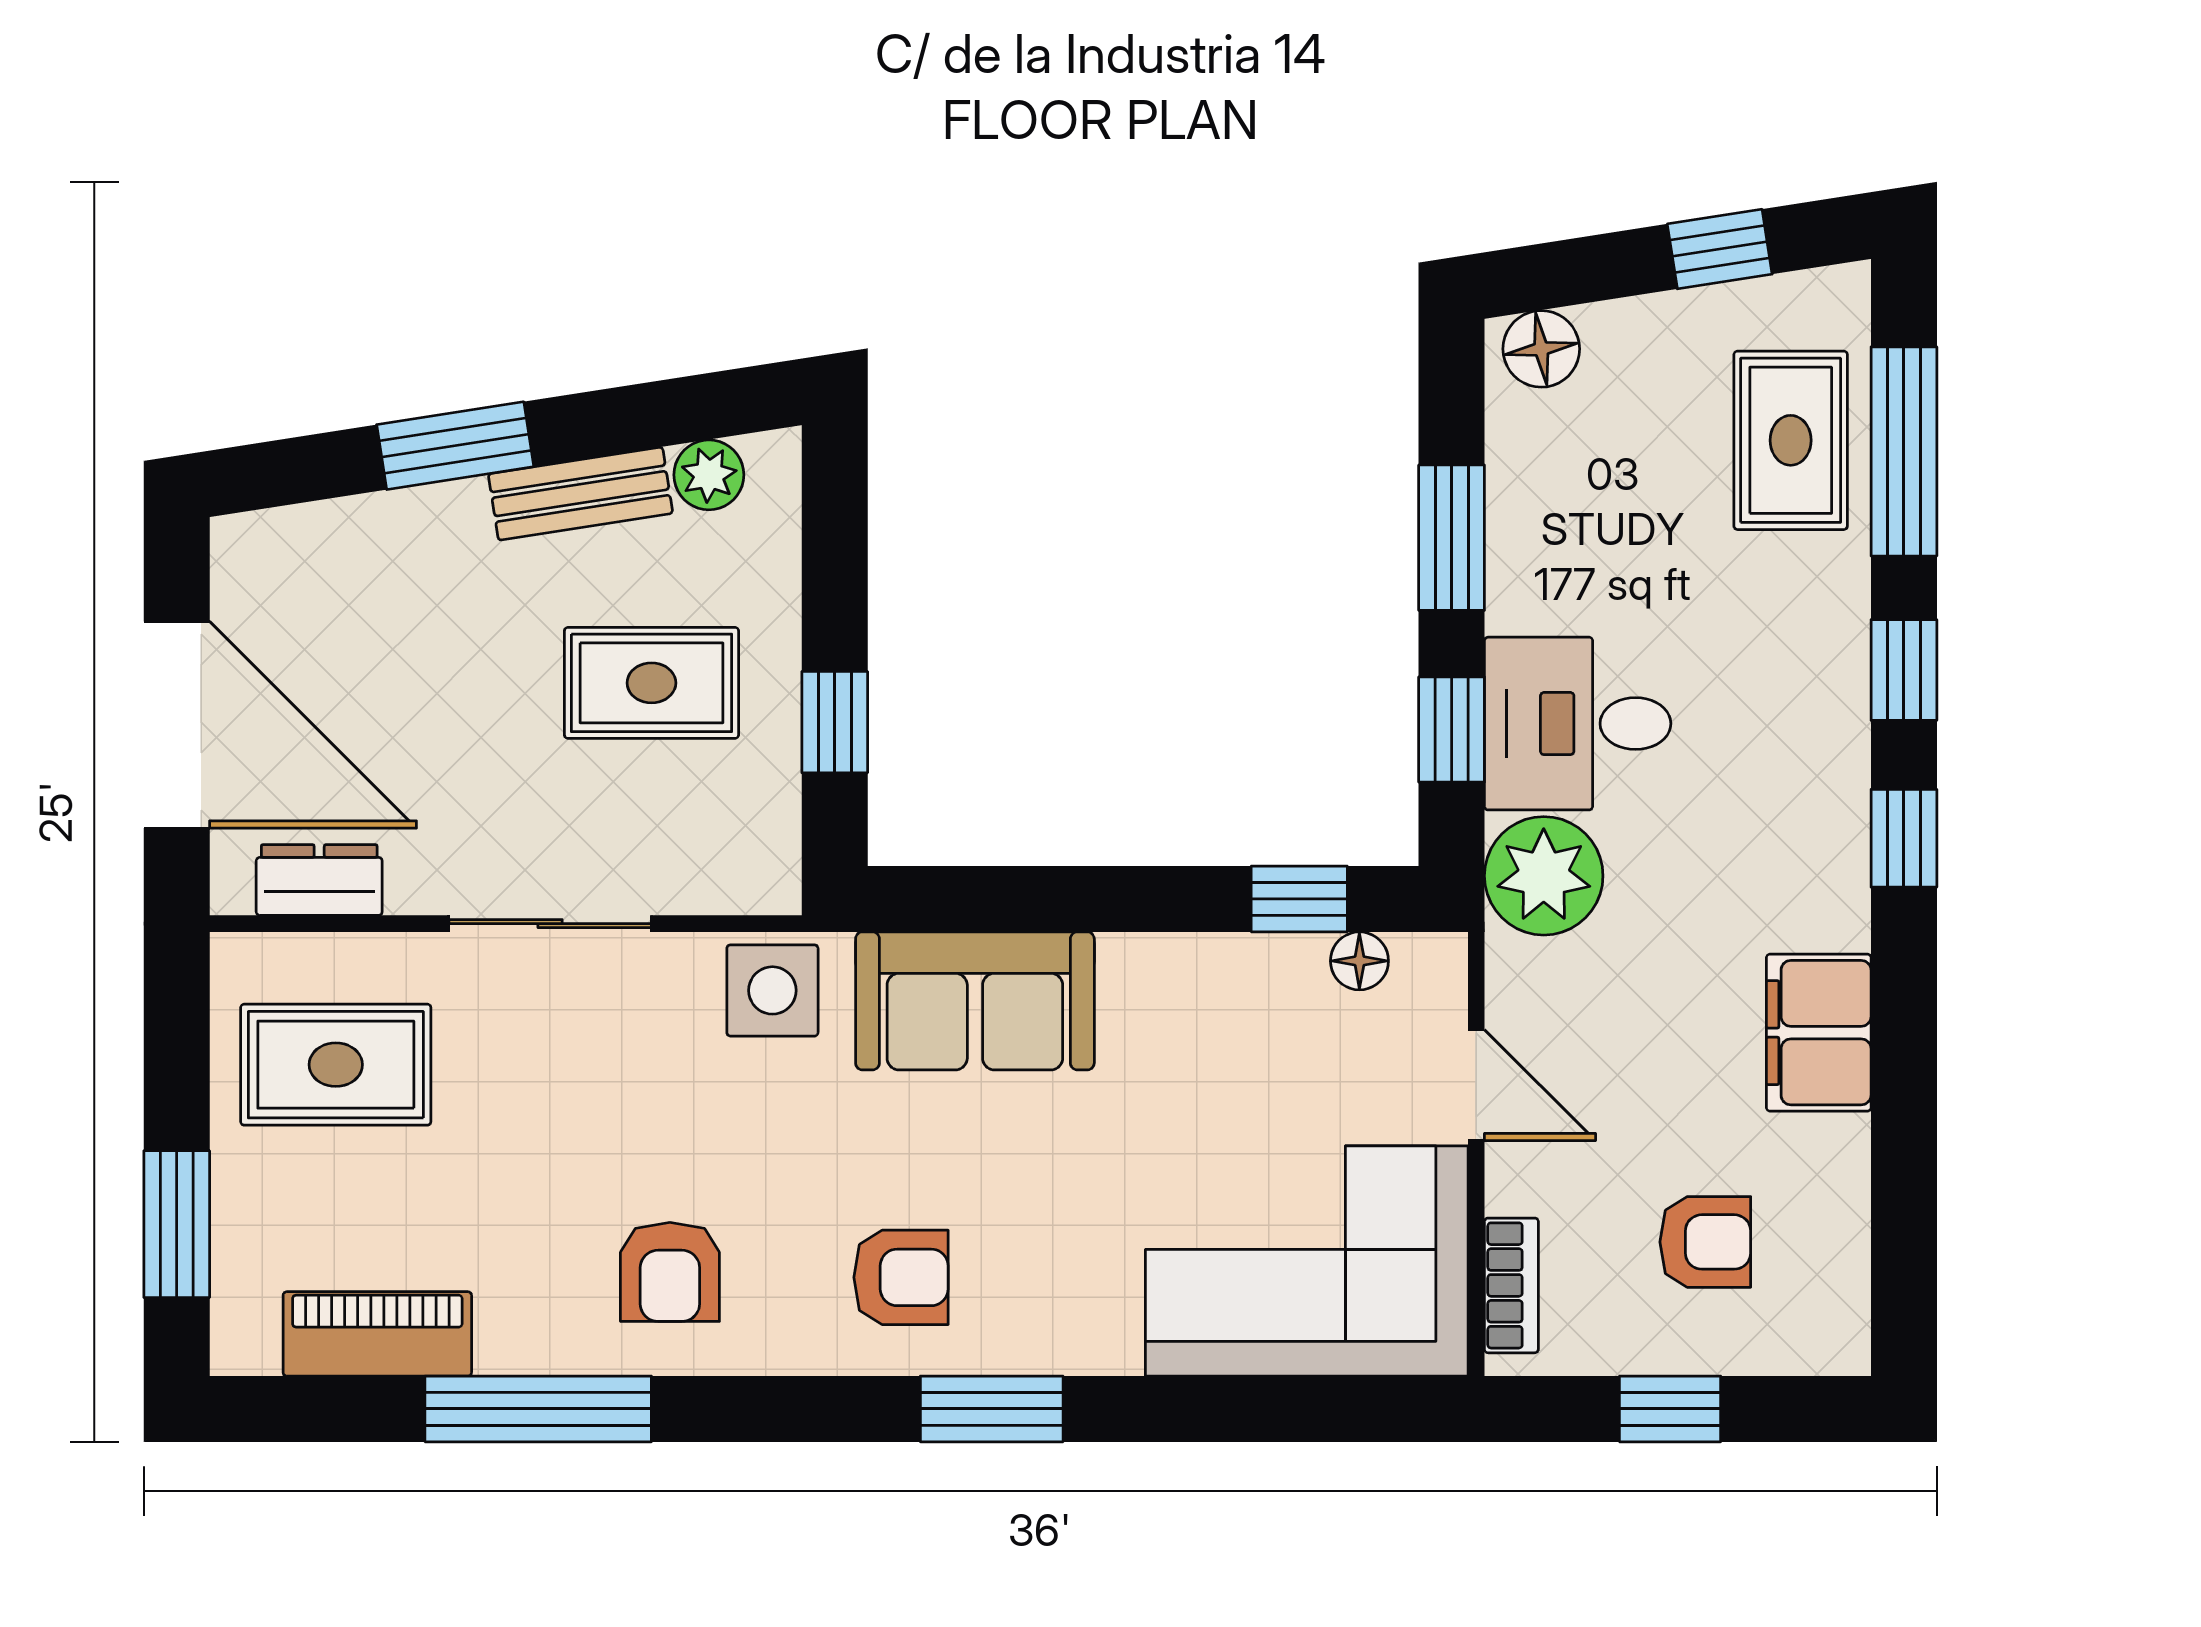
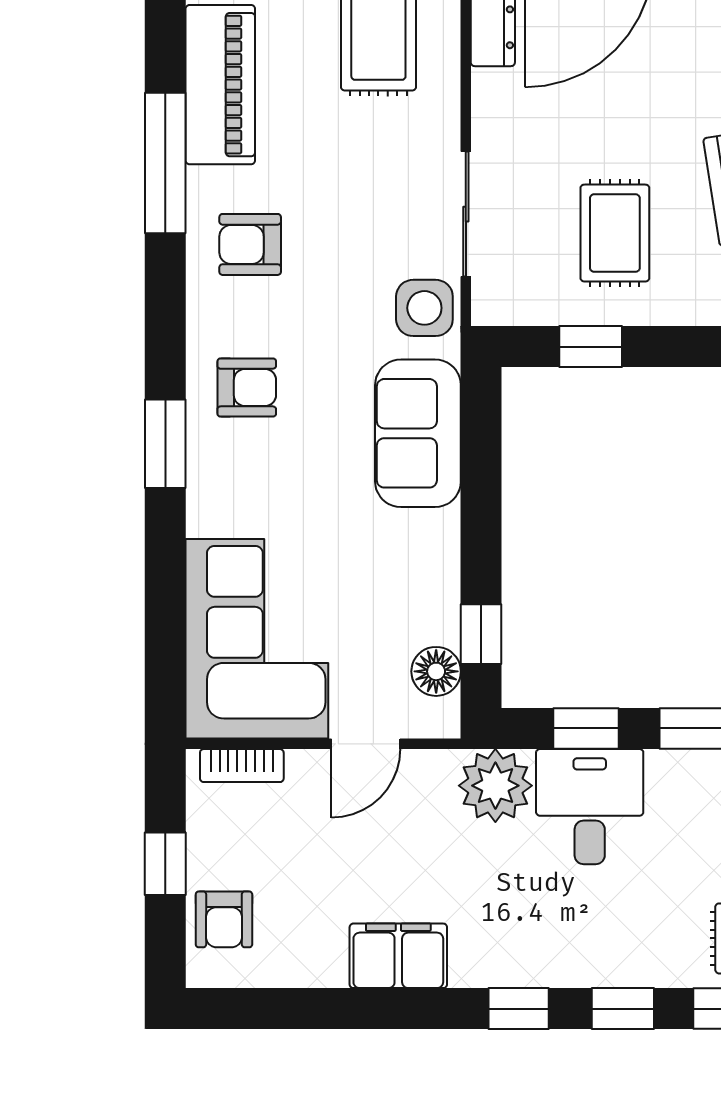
sliding door: (550, 924) -> (466, 214), moved
floor lamp: (1359, 961) -> (436, 671), width x1.37, depth x1.37
armchair: (1705, 1242) -> (224, 919), moved
armchair: (901, 1277) -> (247, 388), turned -90
piano: (377, 1334) -> (220, 85), width x1.37, depth x1.33

